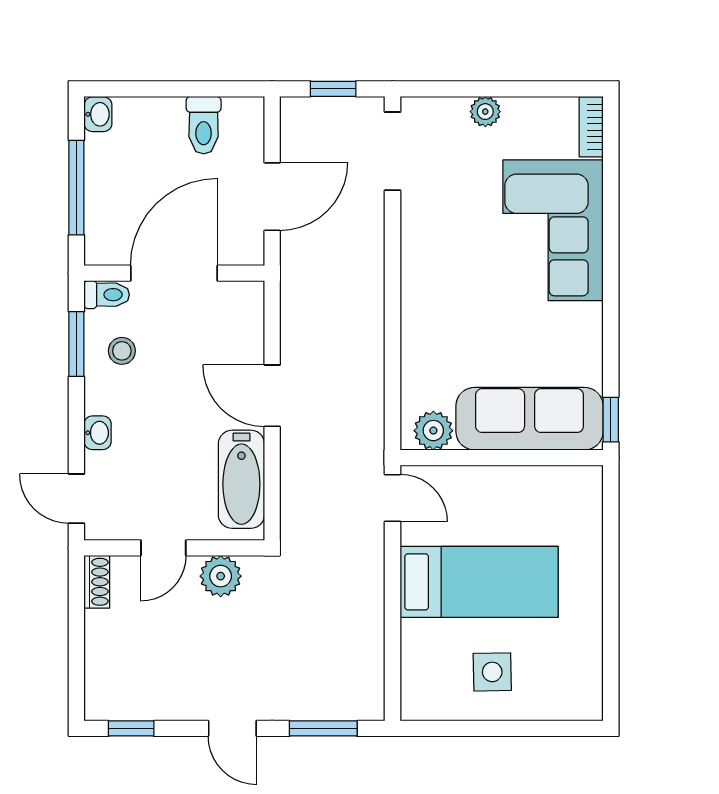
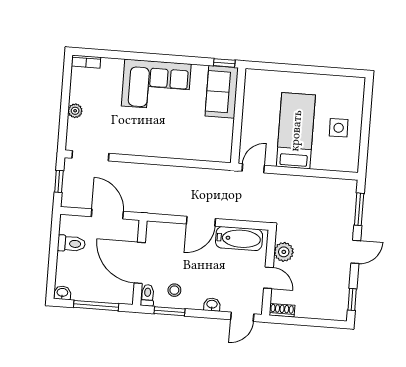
corner sofa: (553, 230) -> (156, 85), moved
sofa: (530, 419) -> (222, 92), width x0.73
plant: (433, 431) -> (223, 147), removed

